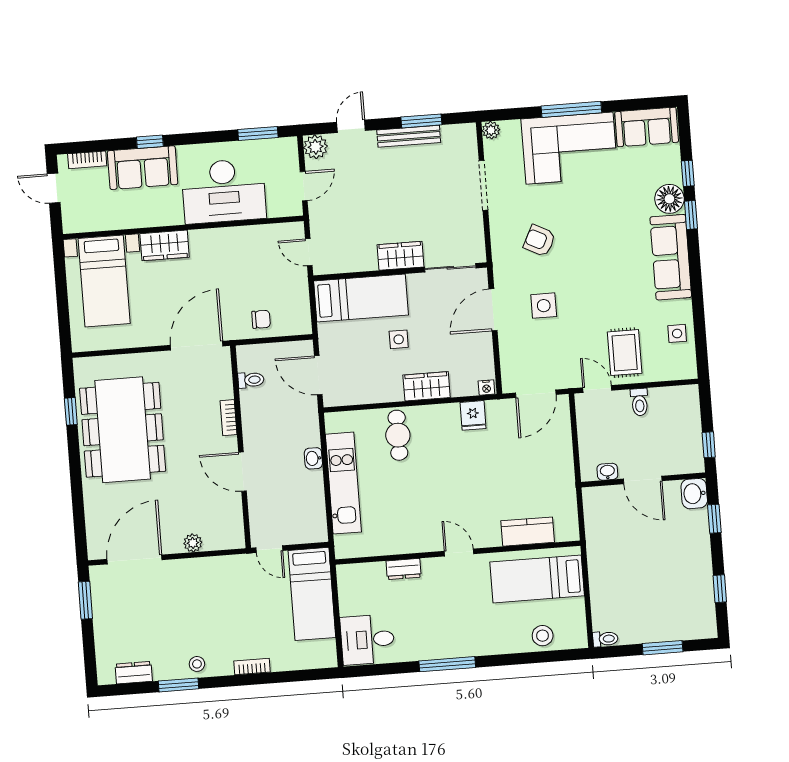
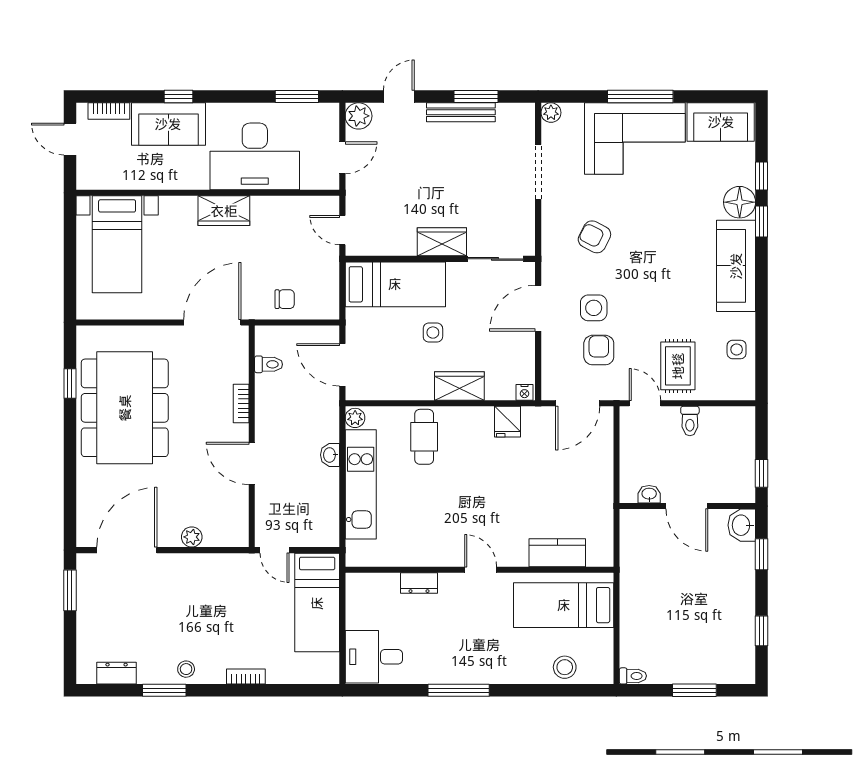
wardrobe: (165, 245) -> (224, 211), moved
armchair: (551, 344) -> (599, 350), added
plant: (334, 423) -> (355, 418), added

